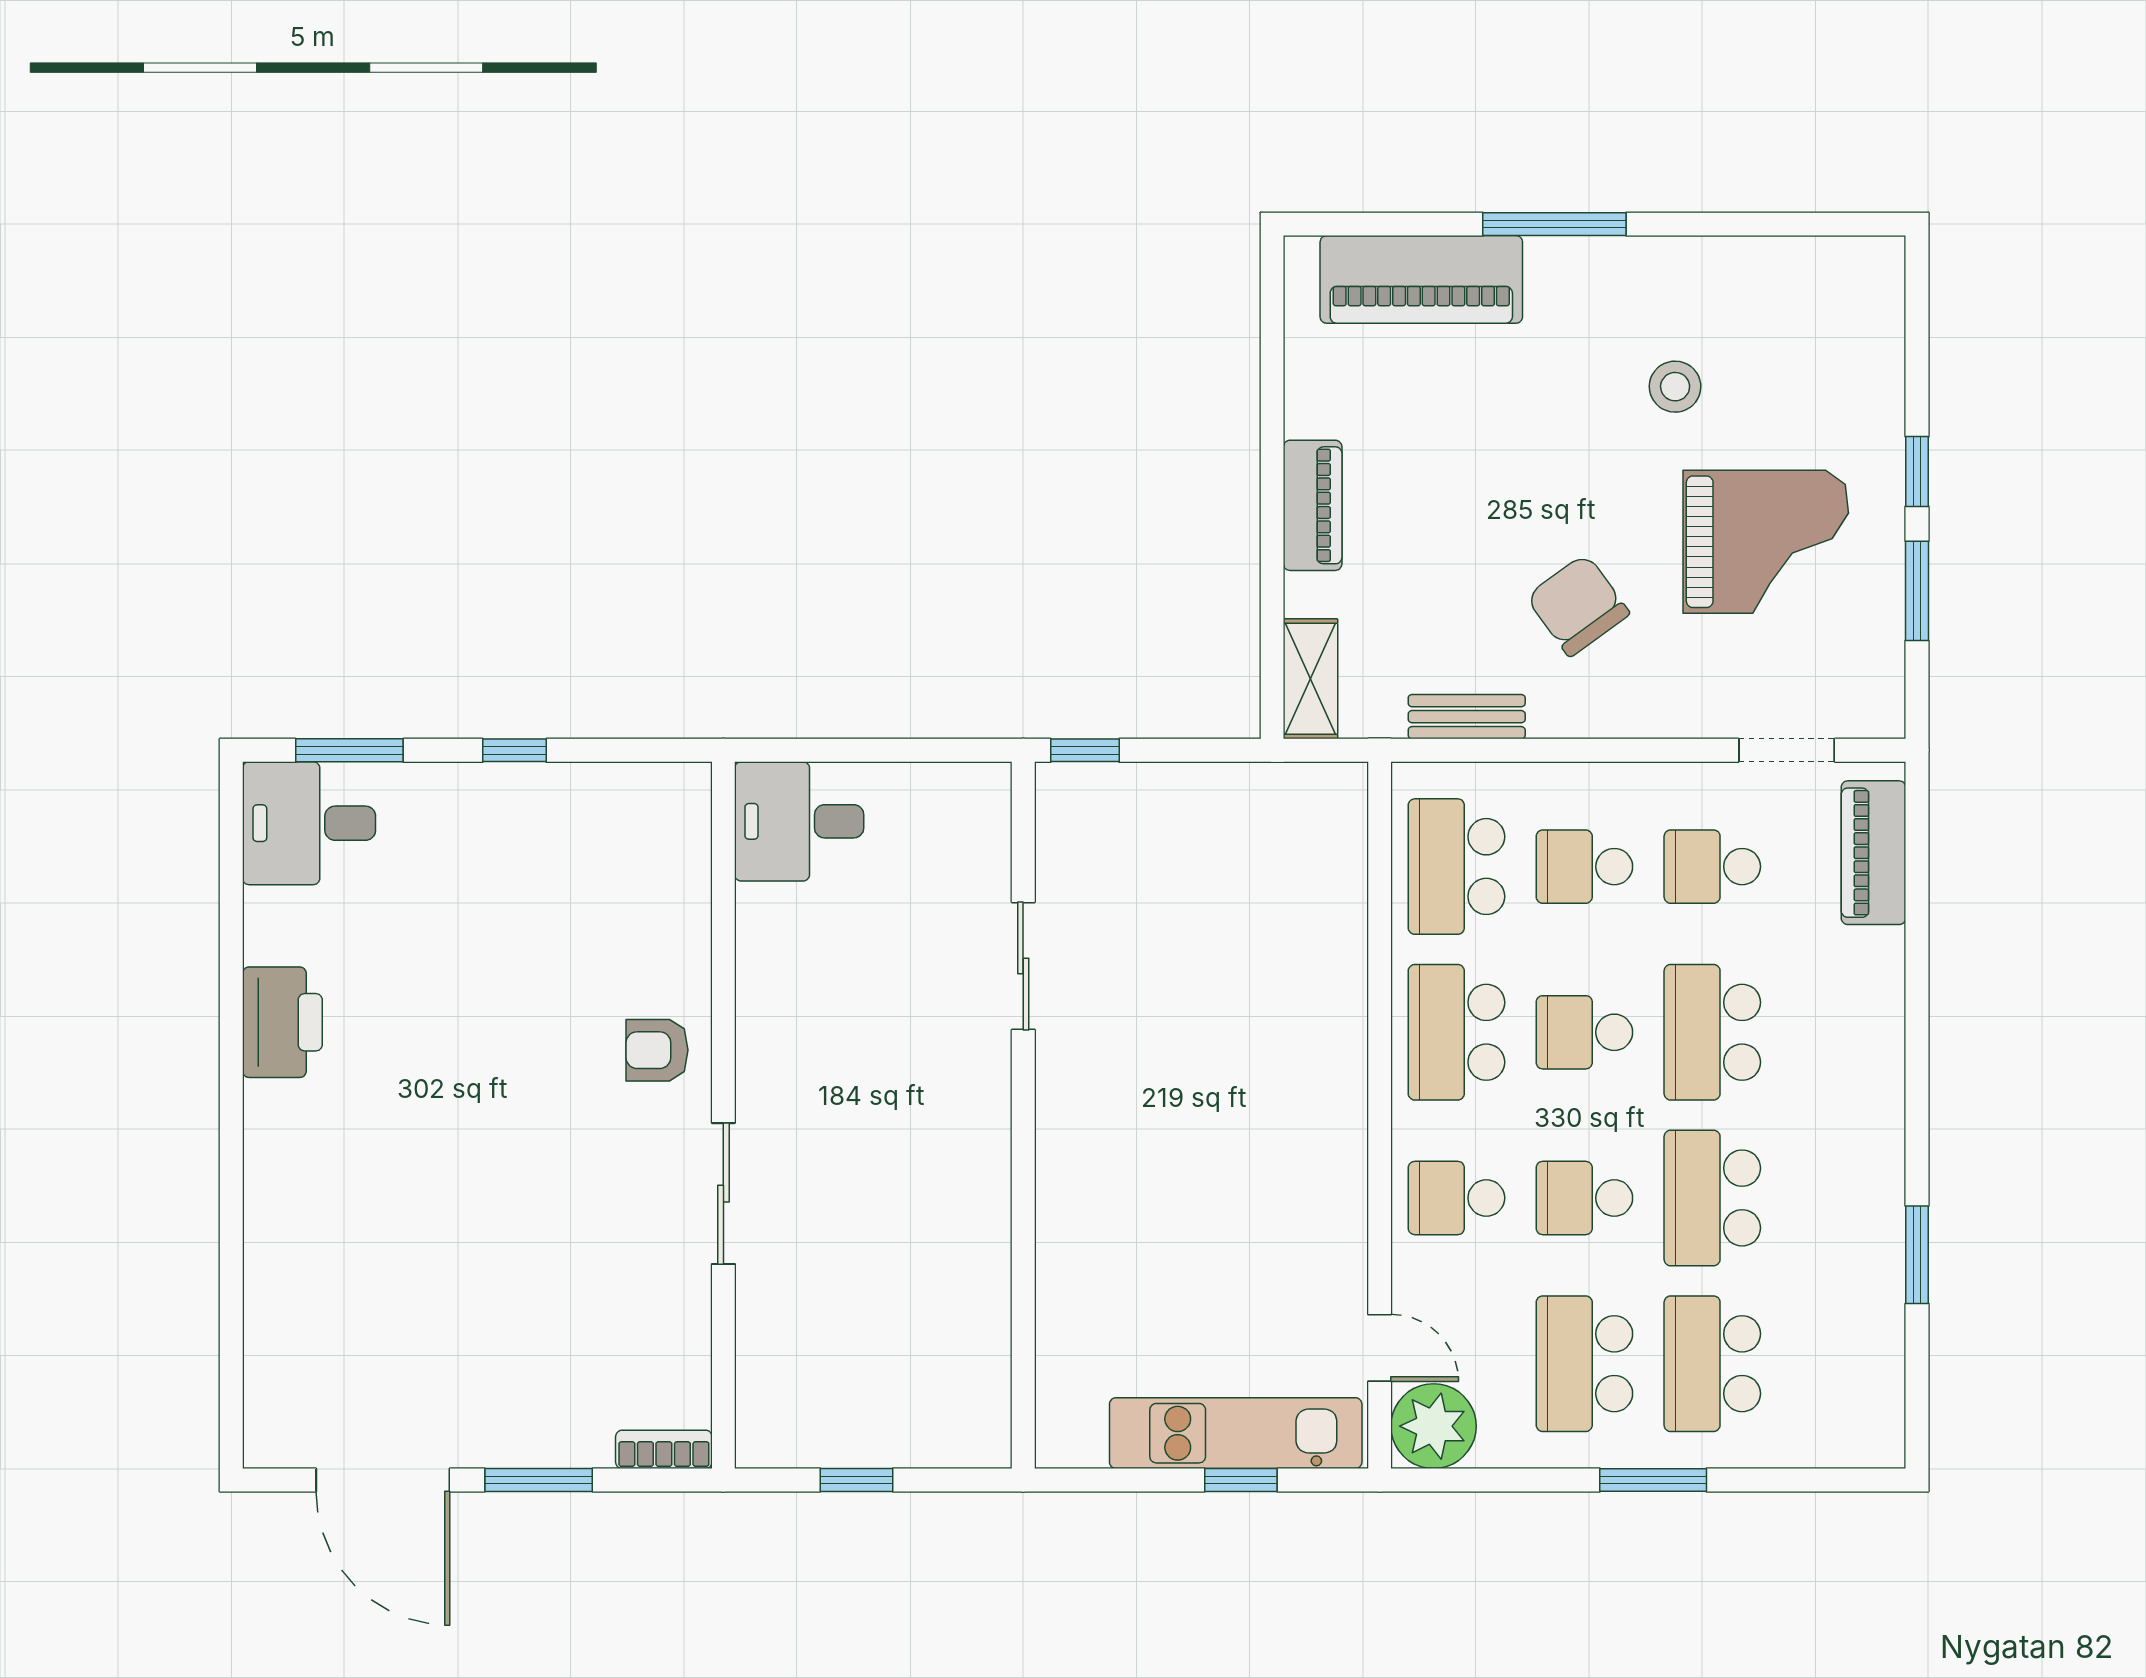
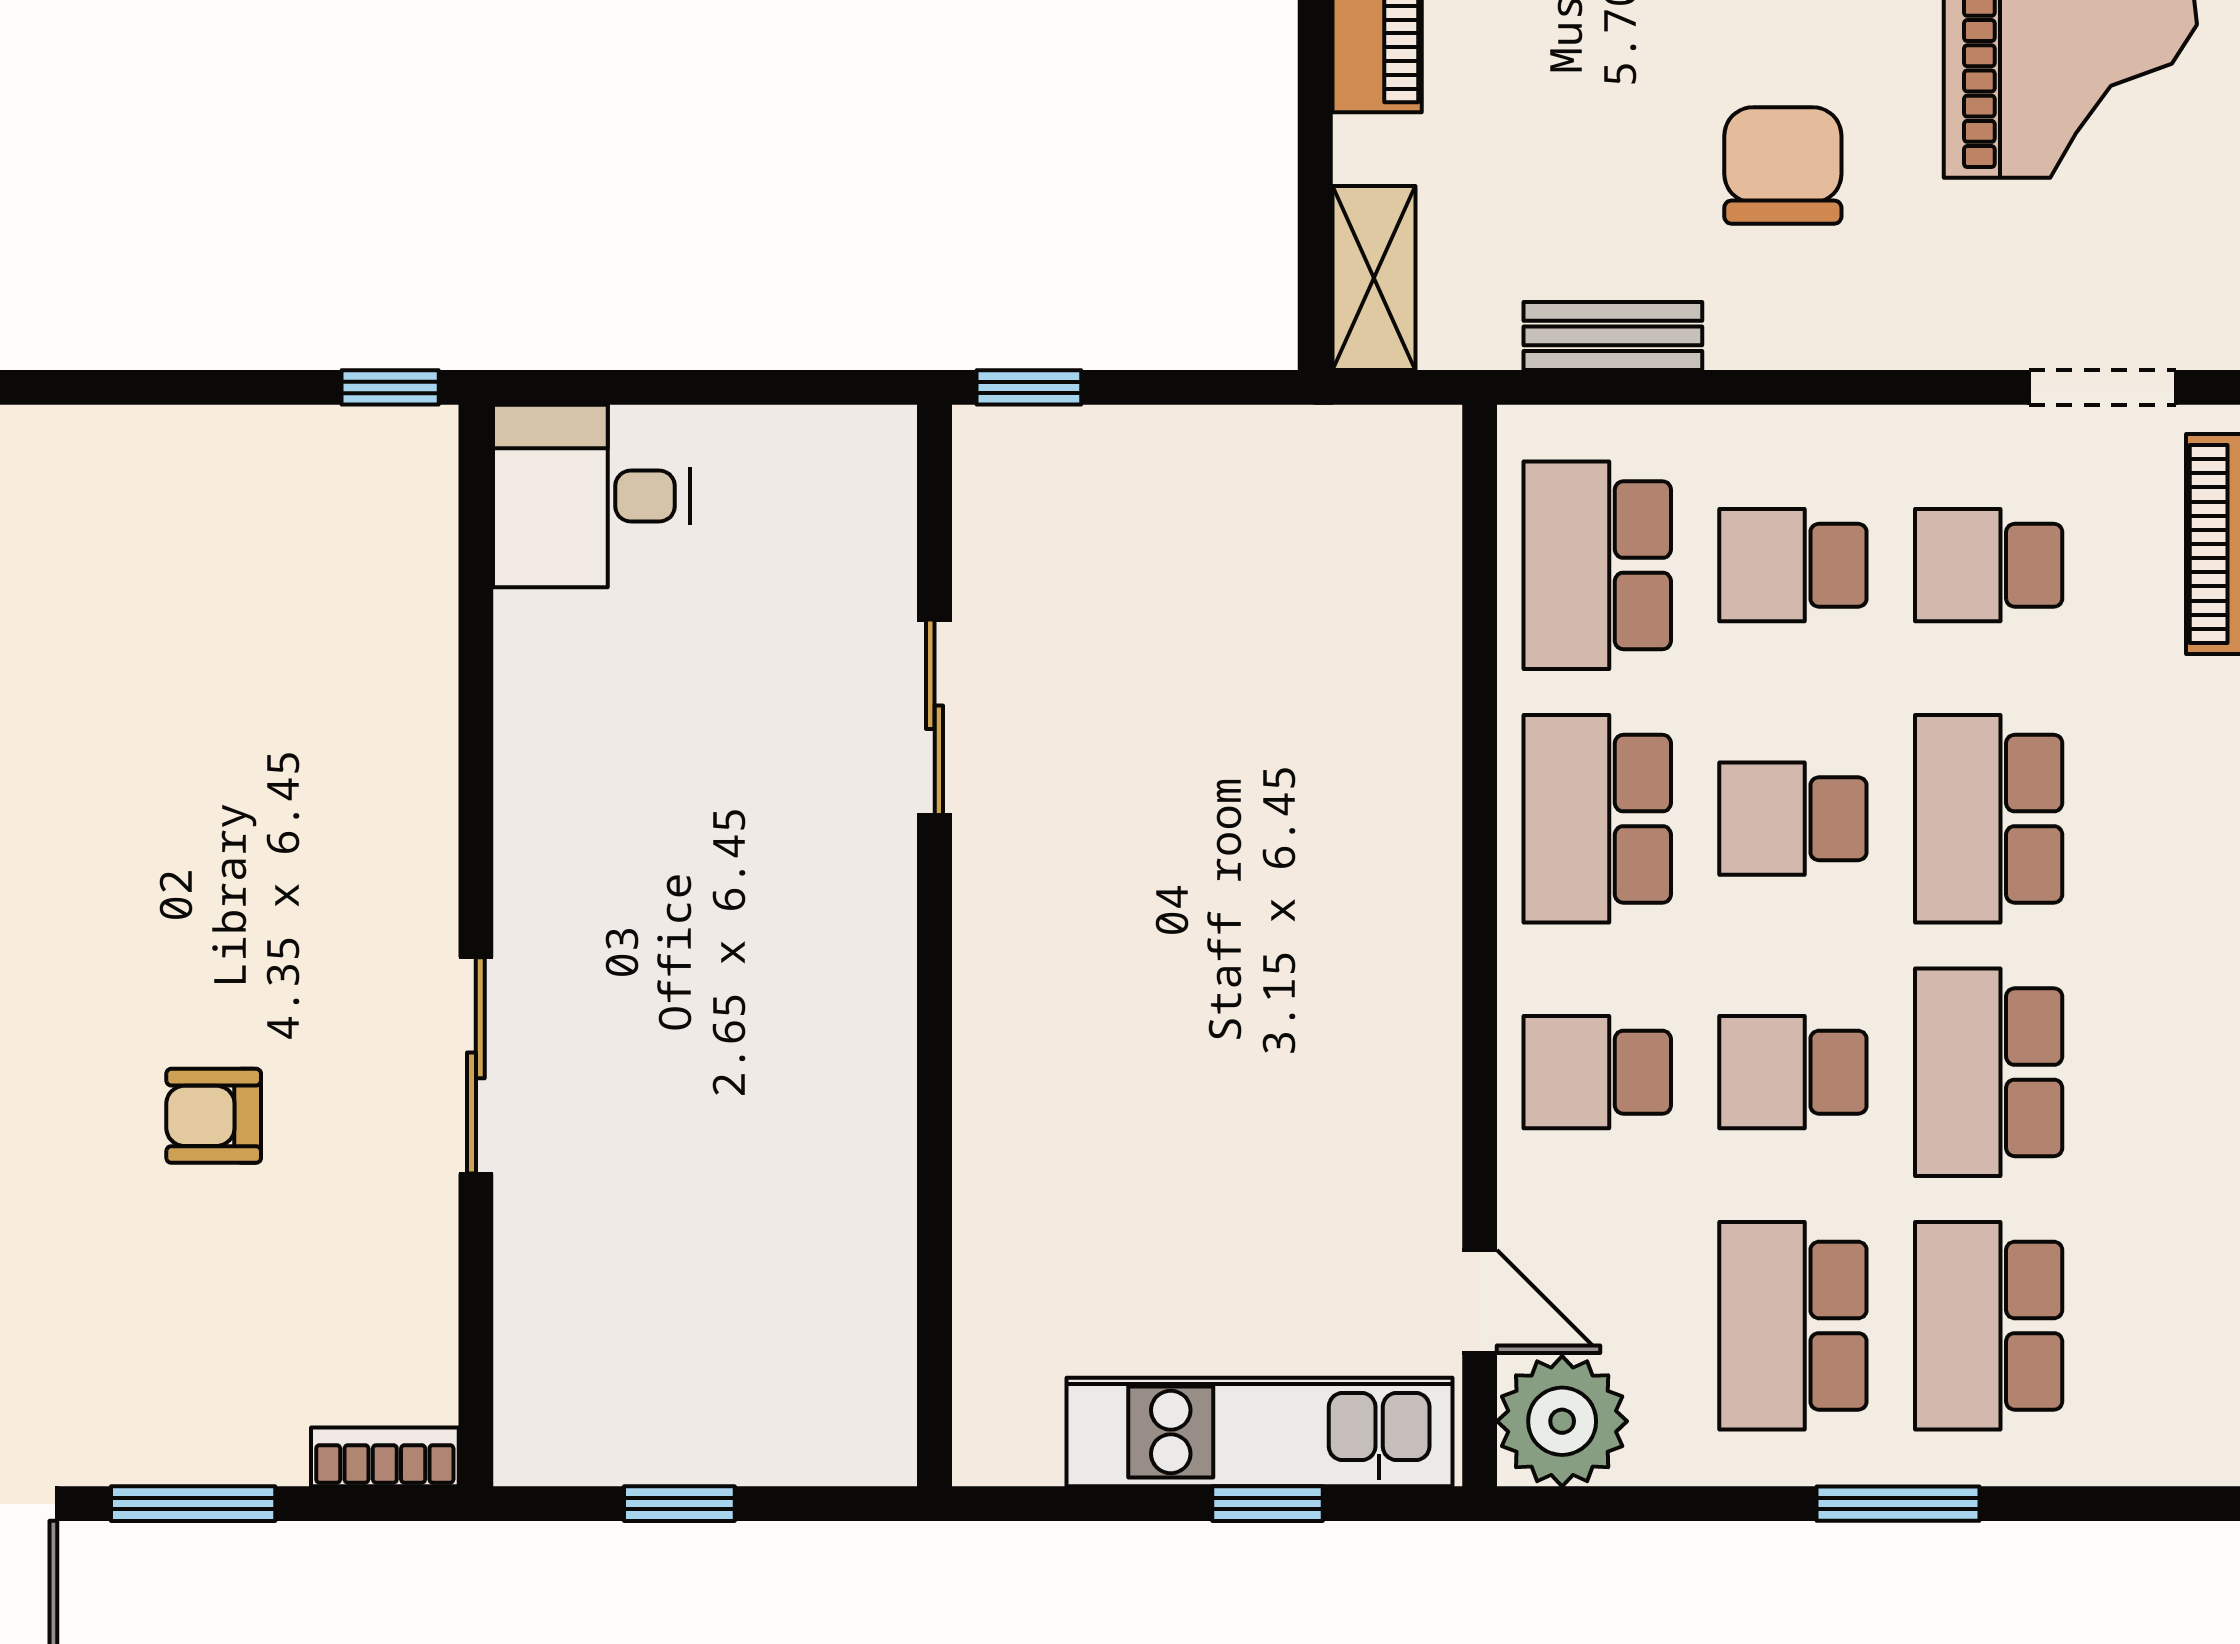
chair: (1578, 605) -> (1783, 165), turned 36
window: (514, 750) -> (390, 387), moved
armchair: (657, 1050) -> (214, 1116), moved

